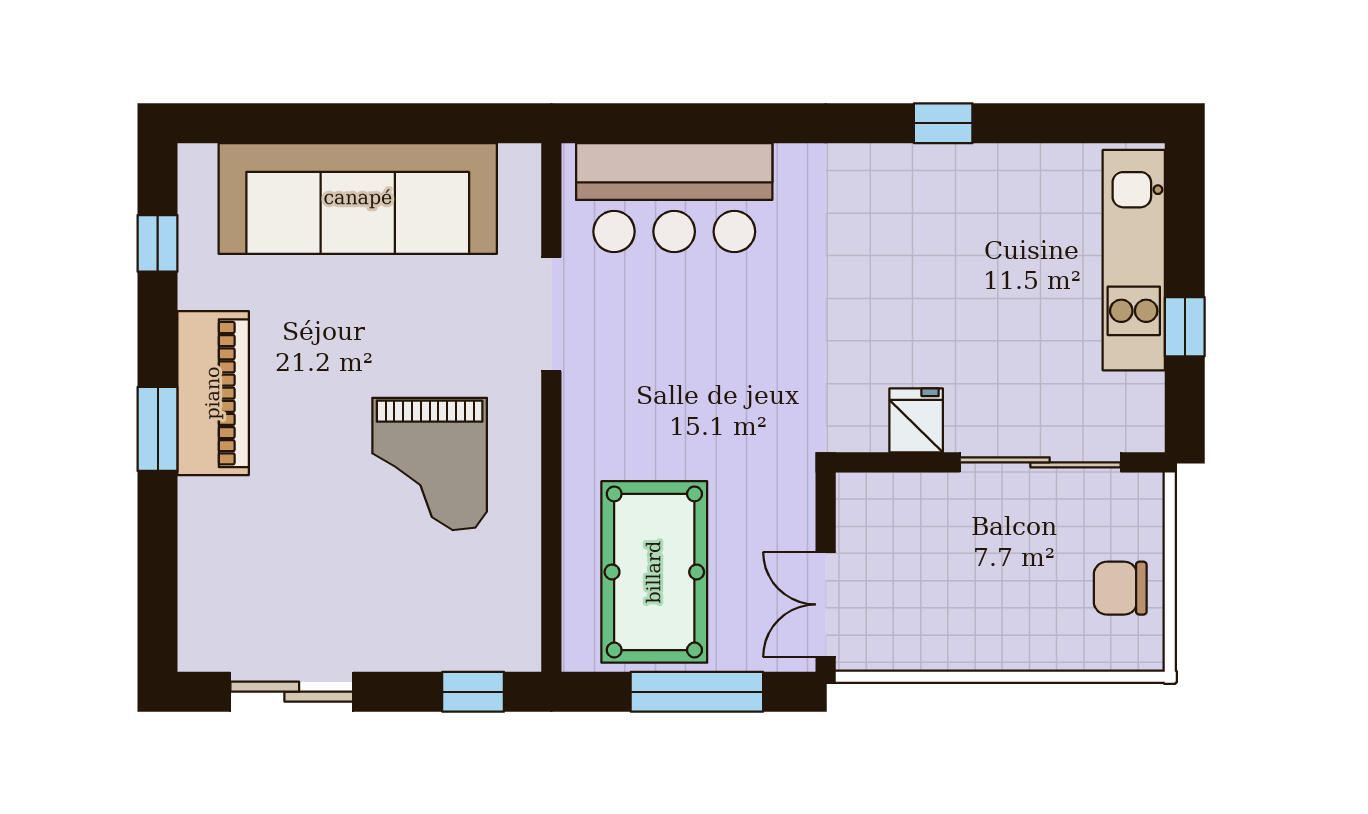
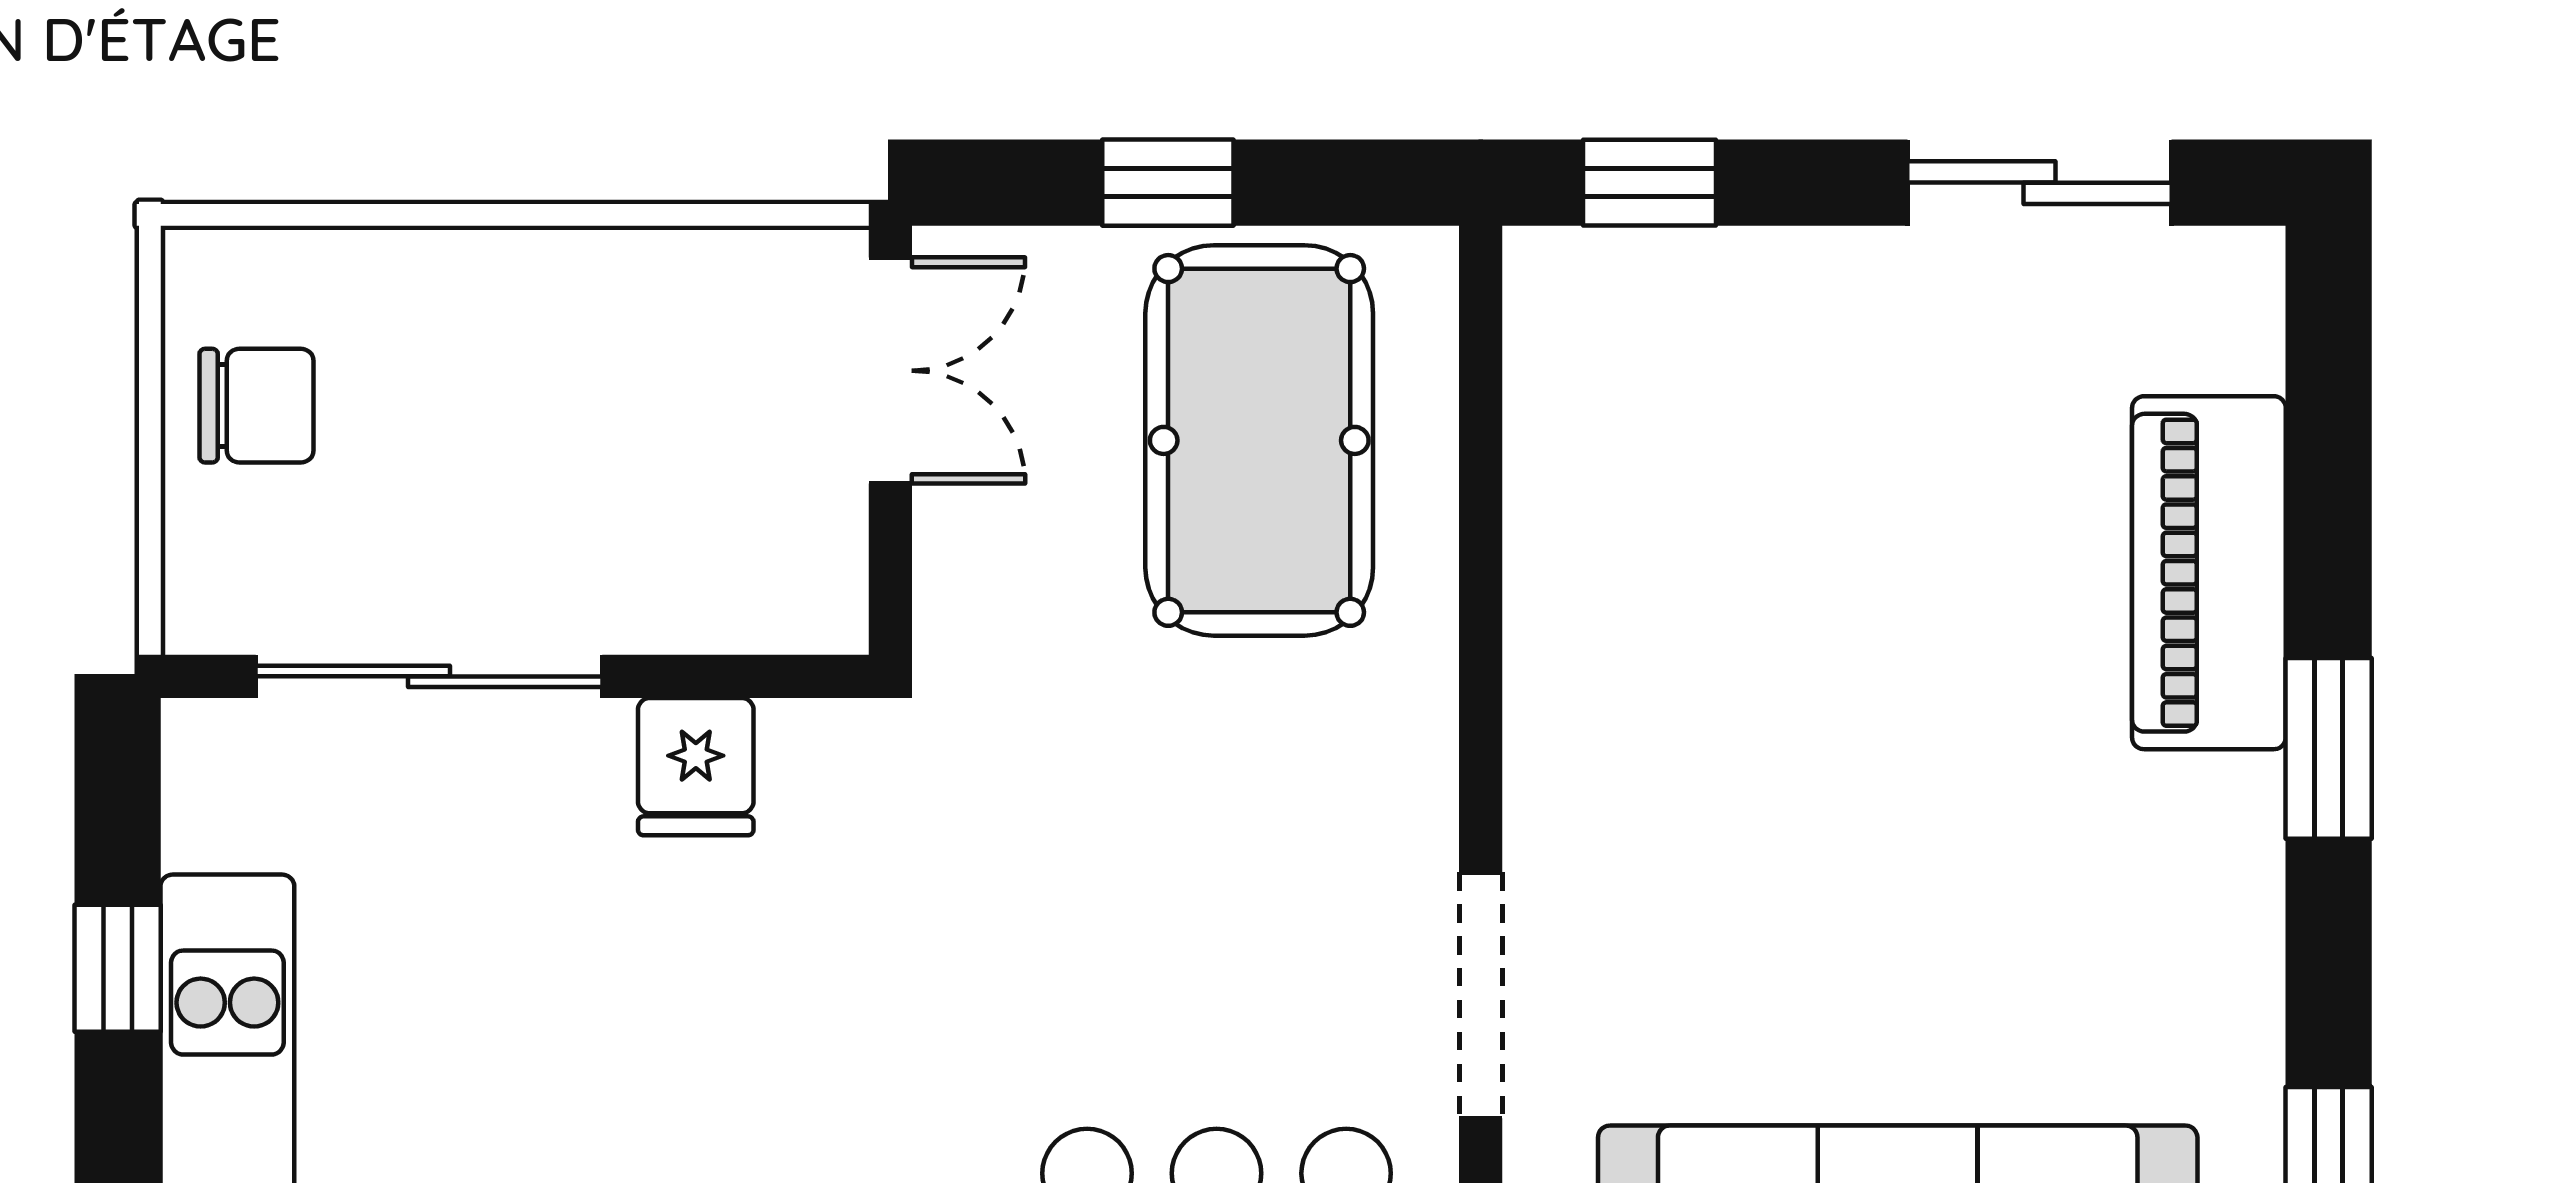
piano: (213, 393) -> (2209, 573), moved
grand piano: (430, 464) -> (1743, 673), removed
window: (697, 692) -> (1168, 183), width x0.46

